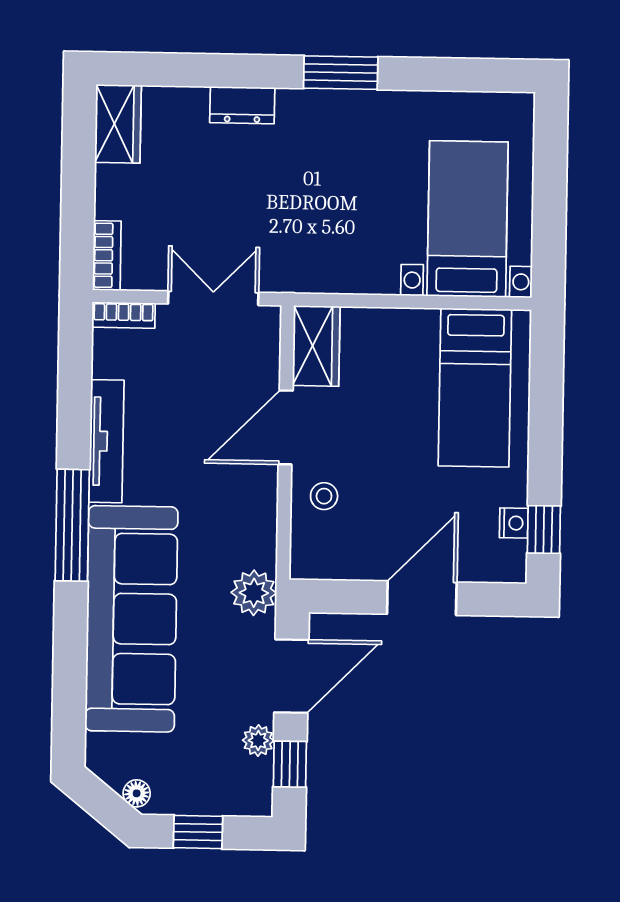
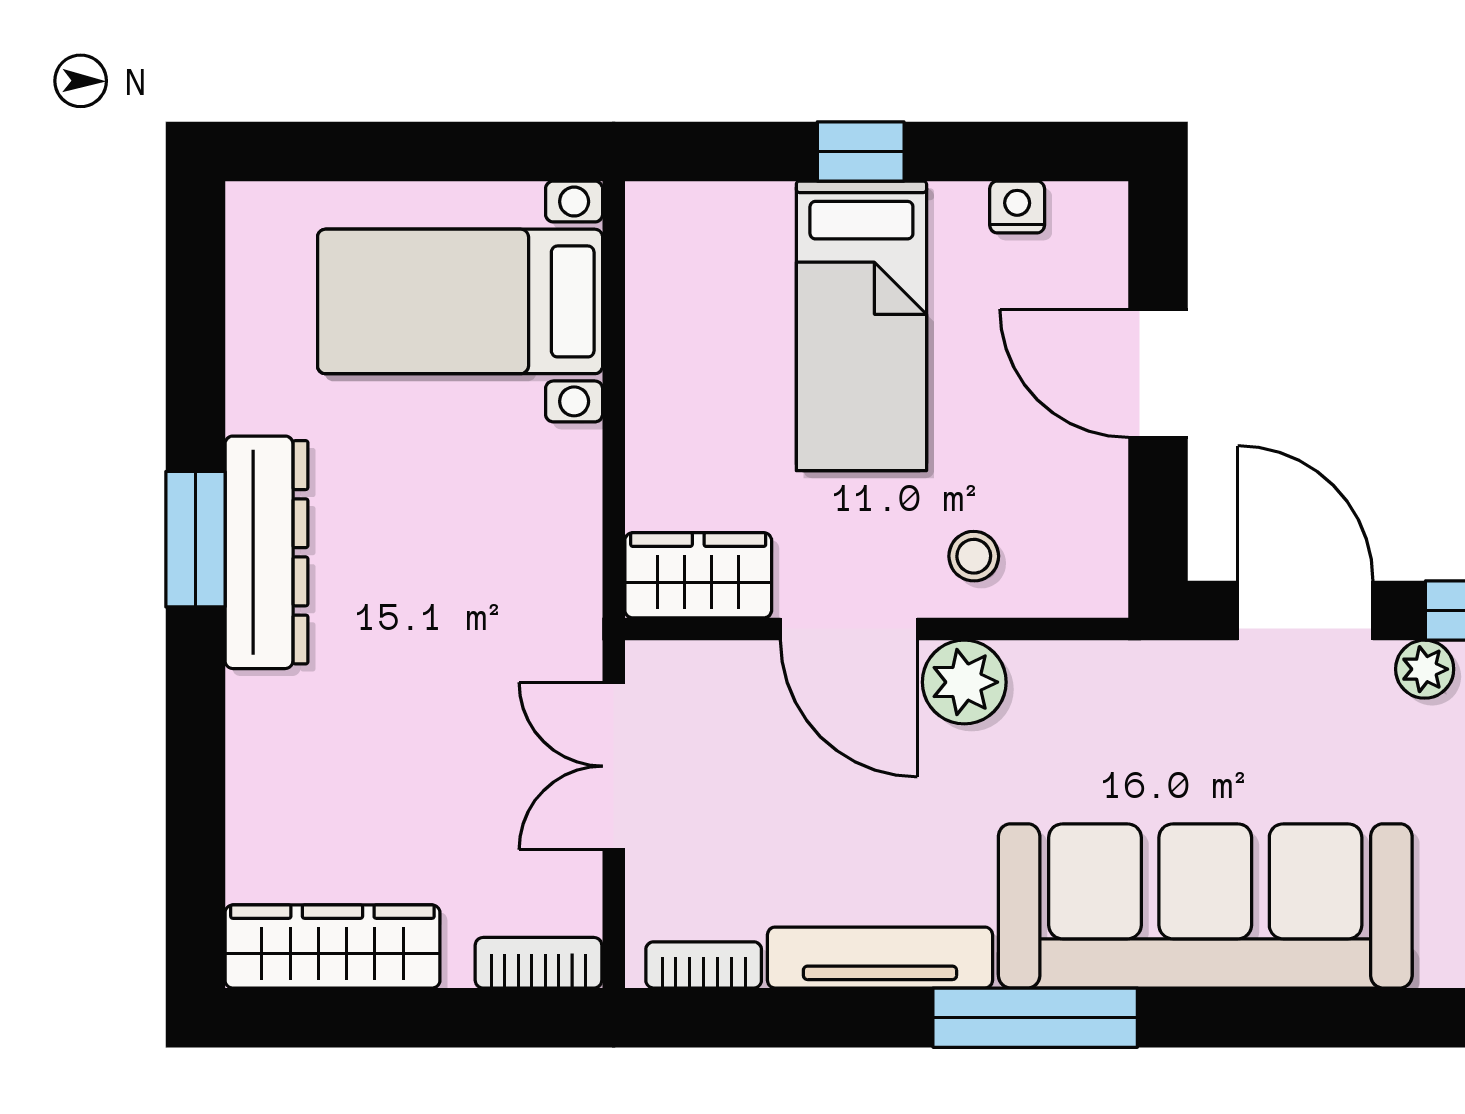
dresser: (242, 105) -> (266, 552), moved, width x1.96, depth x1.24
wardrobe: (118, 124) -> (332, 947), width x1.50
bookcase: (123, 315) -> (704, 965), moved, turned -90
bed: (475, 388) -> (861, 326), moved, turned 90
window: (544, 530) -> (861, 151), moved
plant: (254, 593) -> (964, 682), moved

